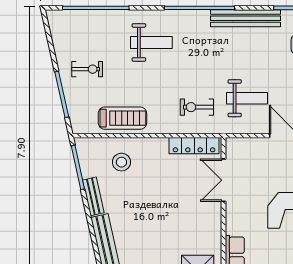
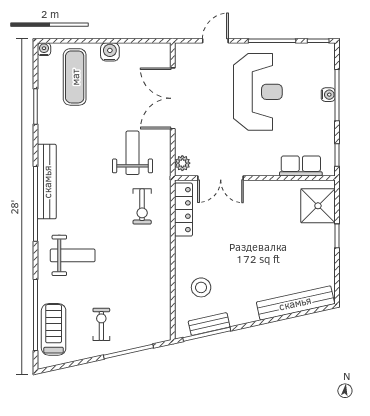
bench: (246, 18) -> (47, 182), moved
weight bench: (151, 42) -> (73, 255), turned 90
treadmill: (122, 118) -> (54, 329), moved
plant: (237, 145) -> (182, 163), added
bench: (93, 196) -> (209, 324), moved

